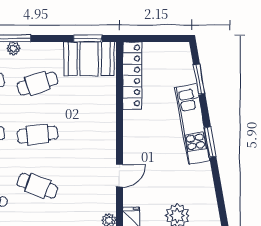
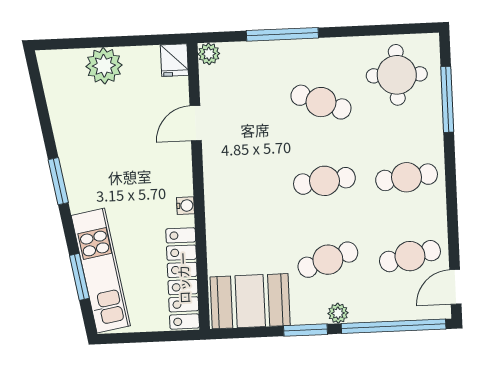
window: (88, 38) -> (305, 330), moved
plant: (14, 48) -> (338, 313), moved
water cooler: (128, 123) -> (185, 206), added
kitchen unit: (192, 124) -> (101, 271), moved

